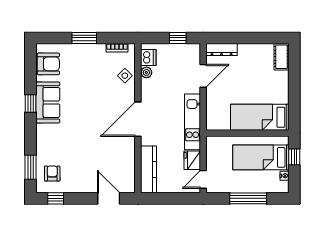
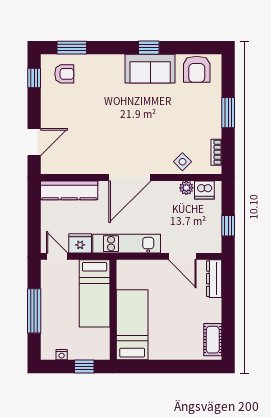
cot: (281, 57) -> (213, 340), moved, turned 90
door: (138, 119) -> (130, 178), swing flipped
bed: (261, 157) -> (95, 293), moved, turned 180

